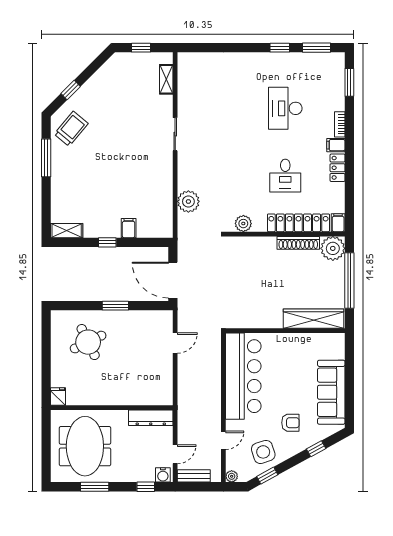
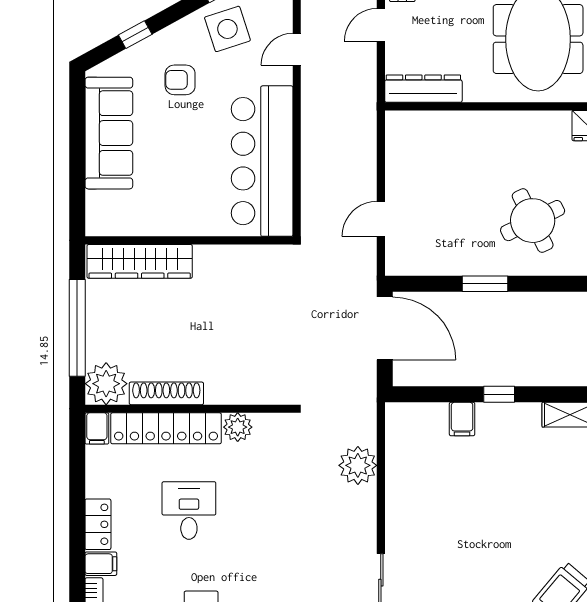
plant: (243, 224) -> (238, 427), moved

